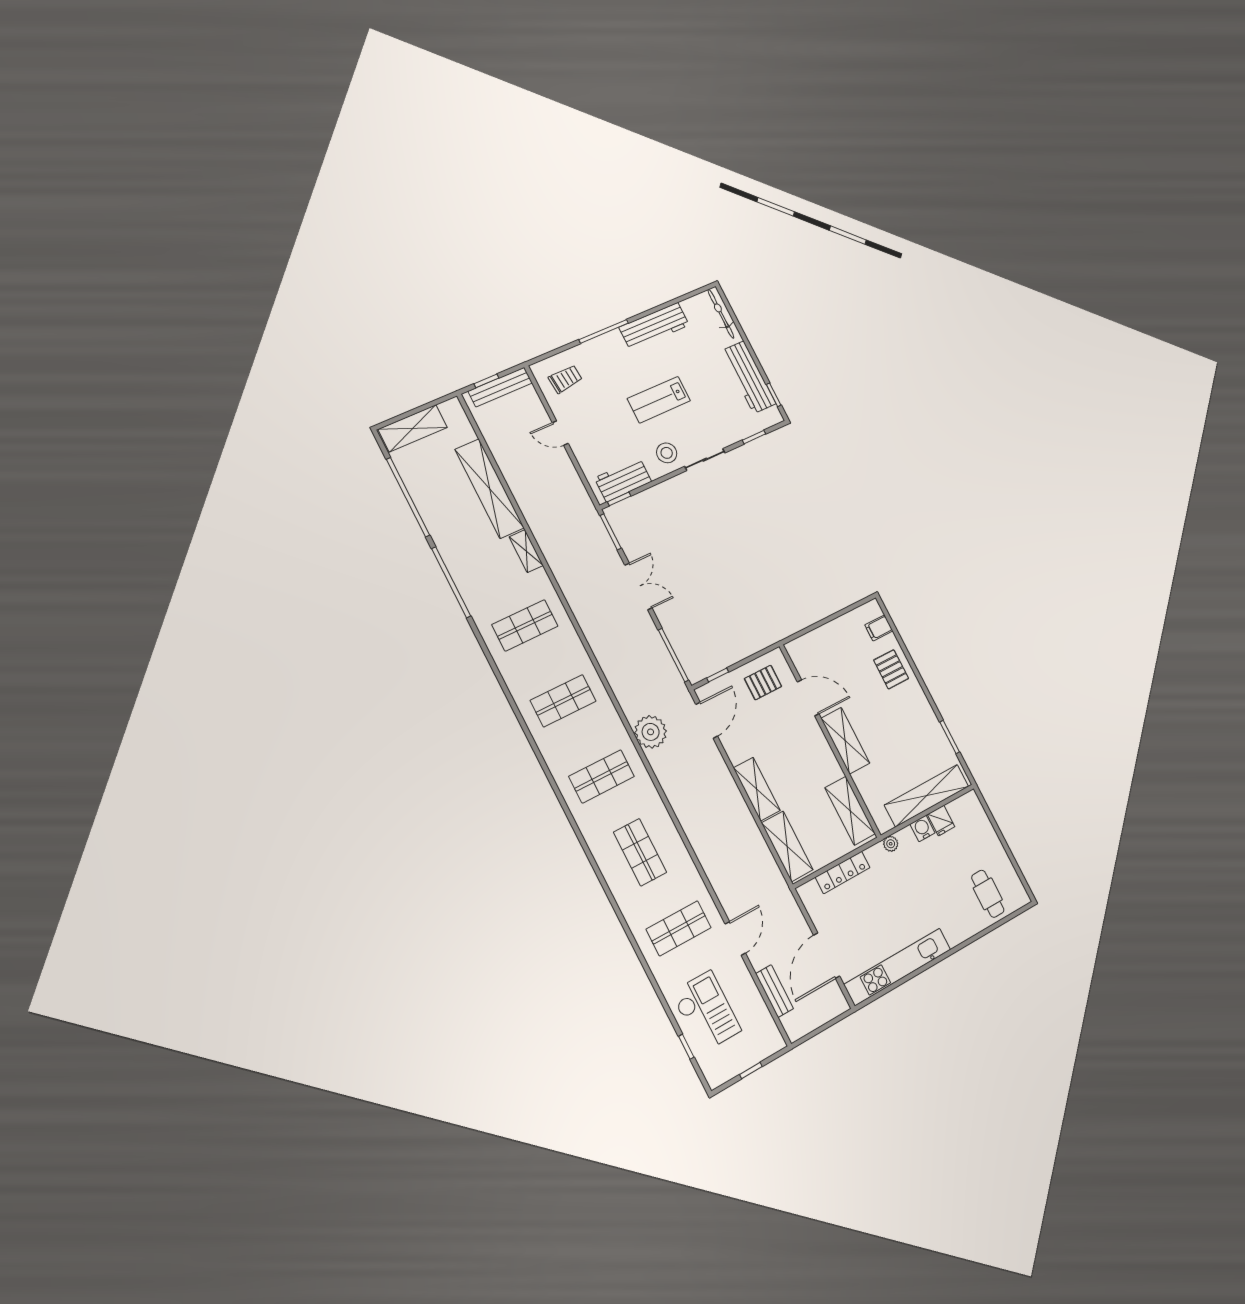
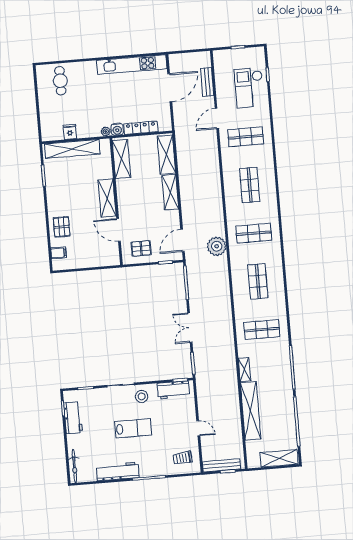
workbench: (749, 377) -> (73, 418), width x0.73
shop shelf: (563, 701) -> (258, 281), turned 90
water cooler: (922, 828) -> (117, 129), moved

